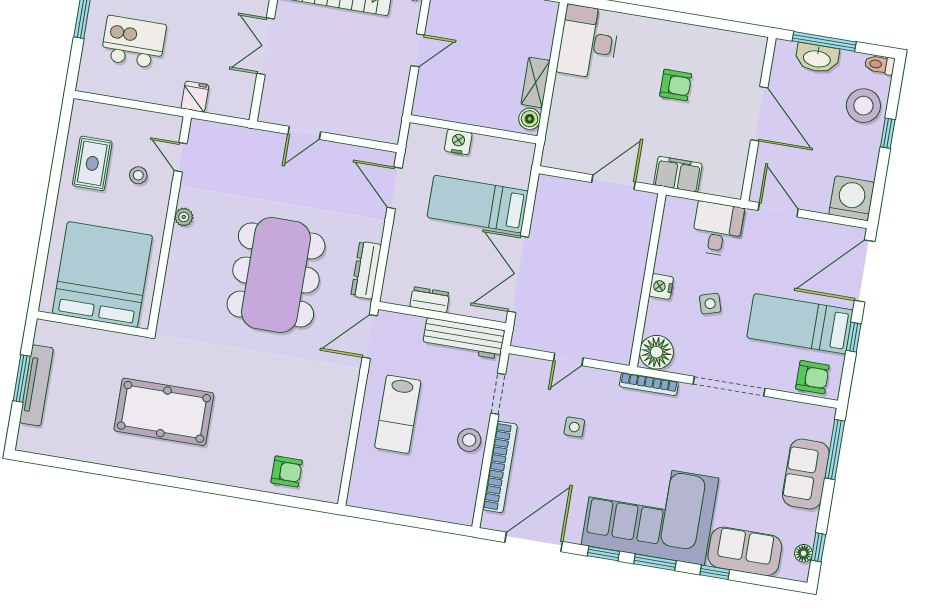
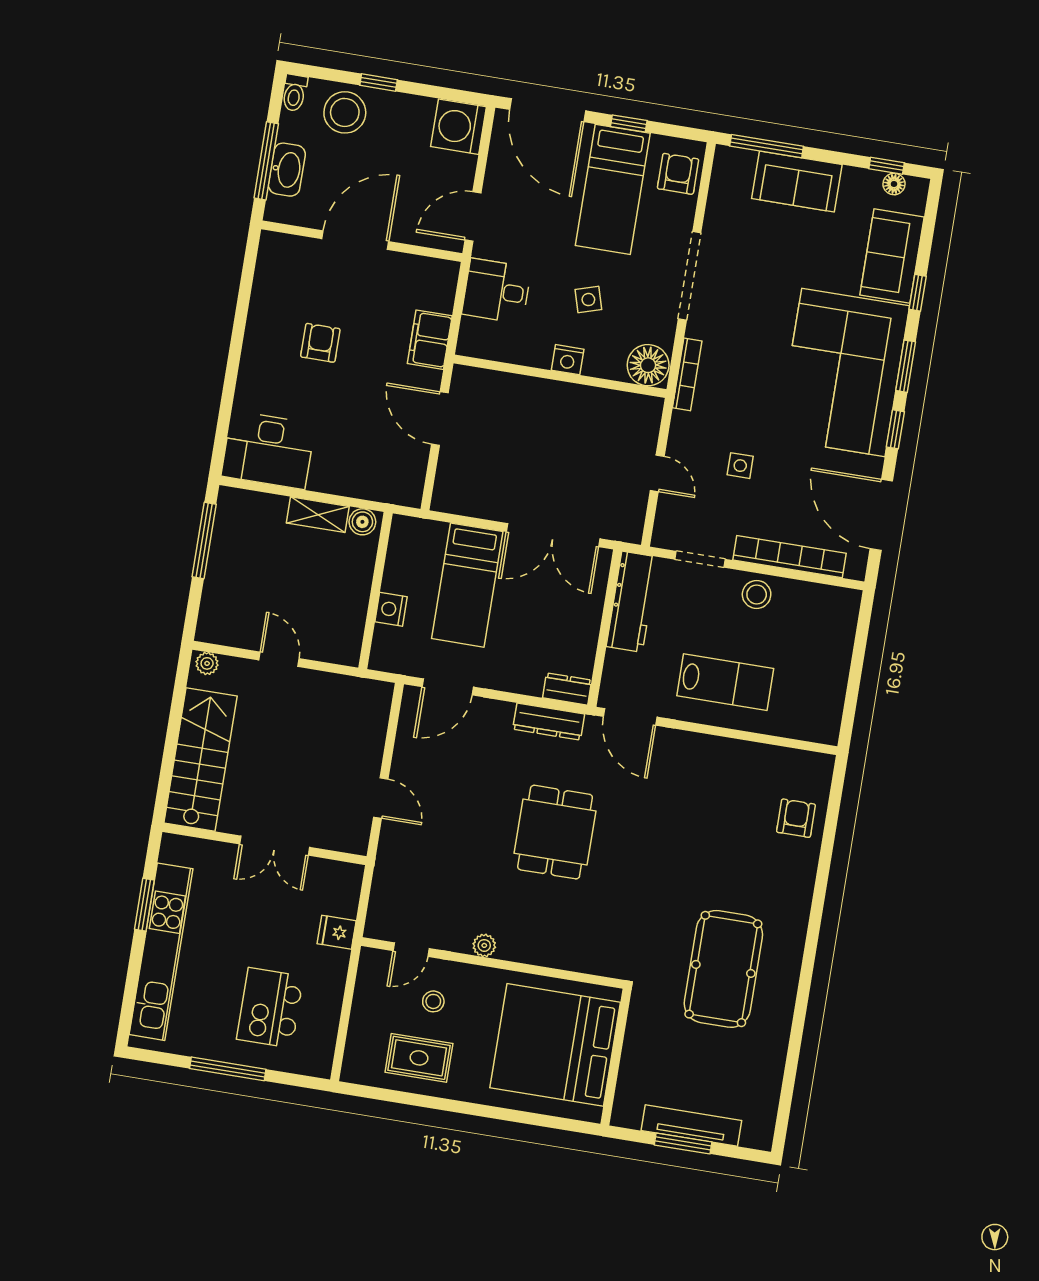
dining table: (276, 275) -> (555, 832), width x0.53, depth x0.80
dresser: (430, 300) -> (567, 689), moved, turned 90

